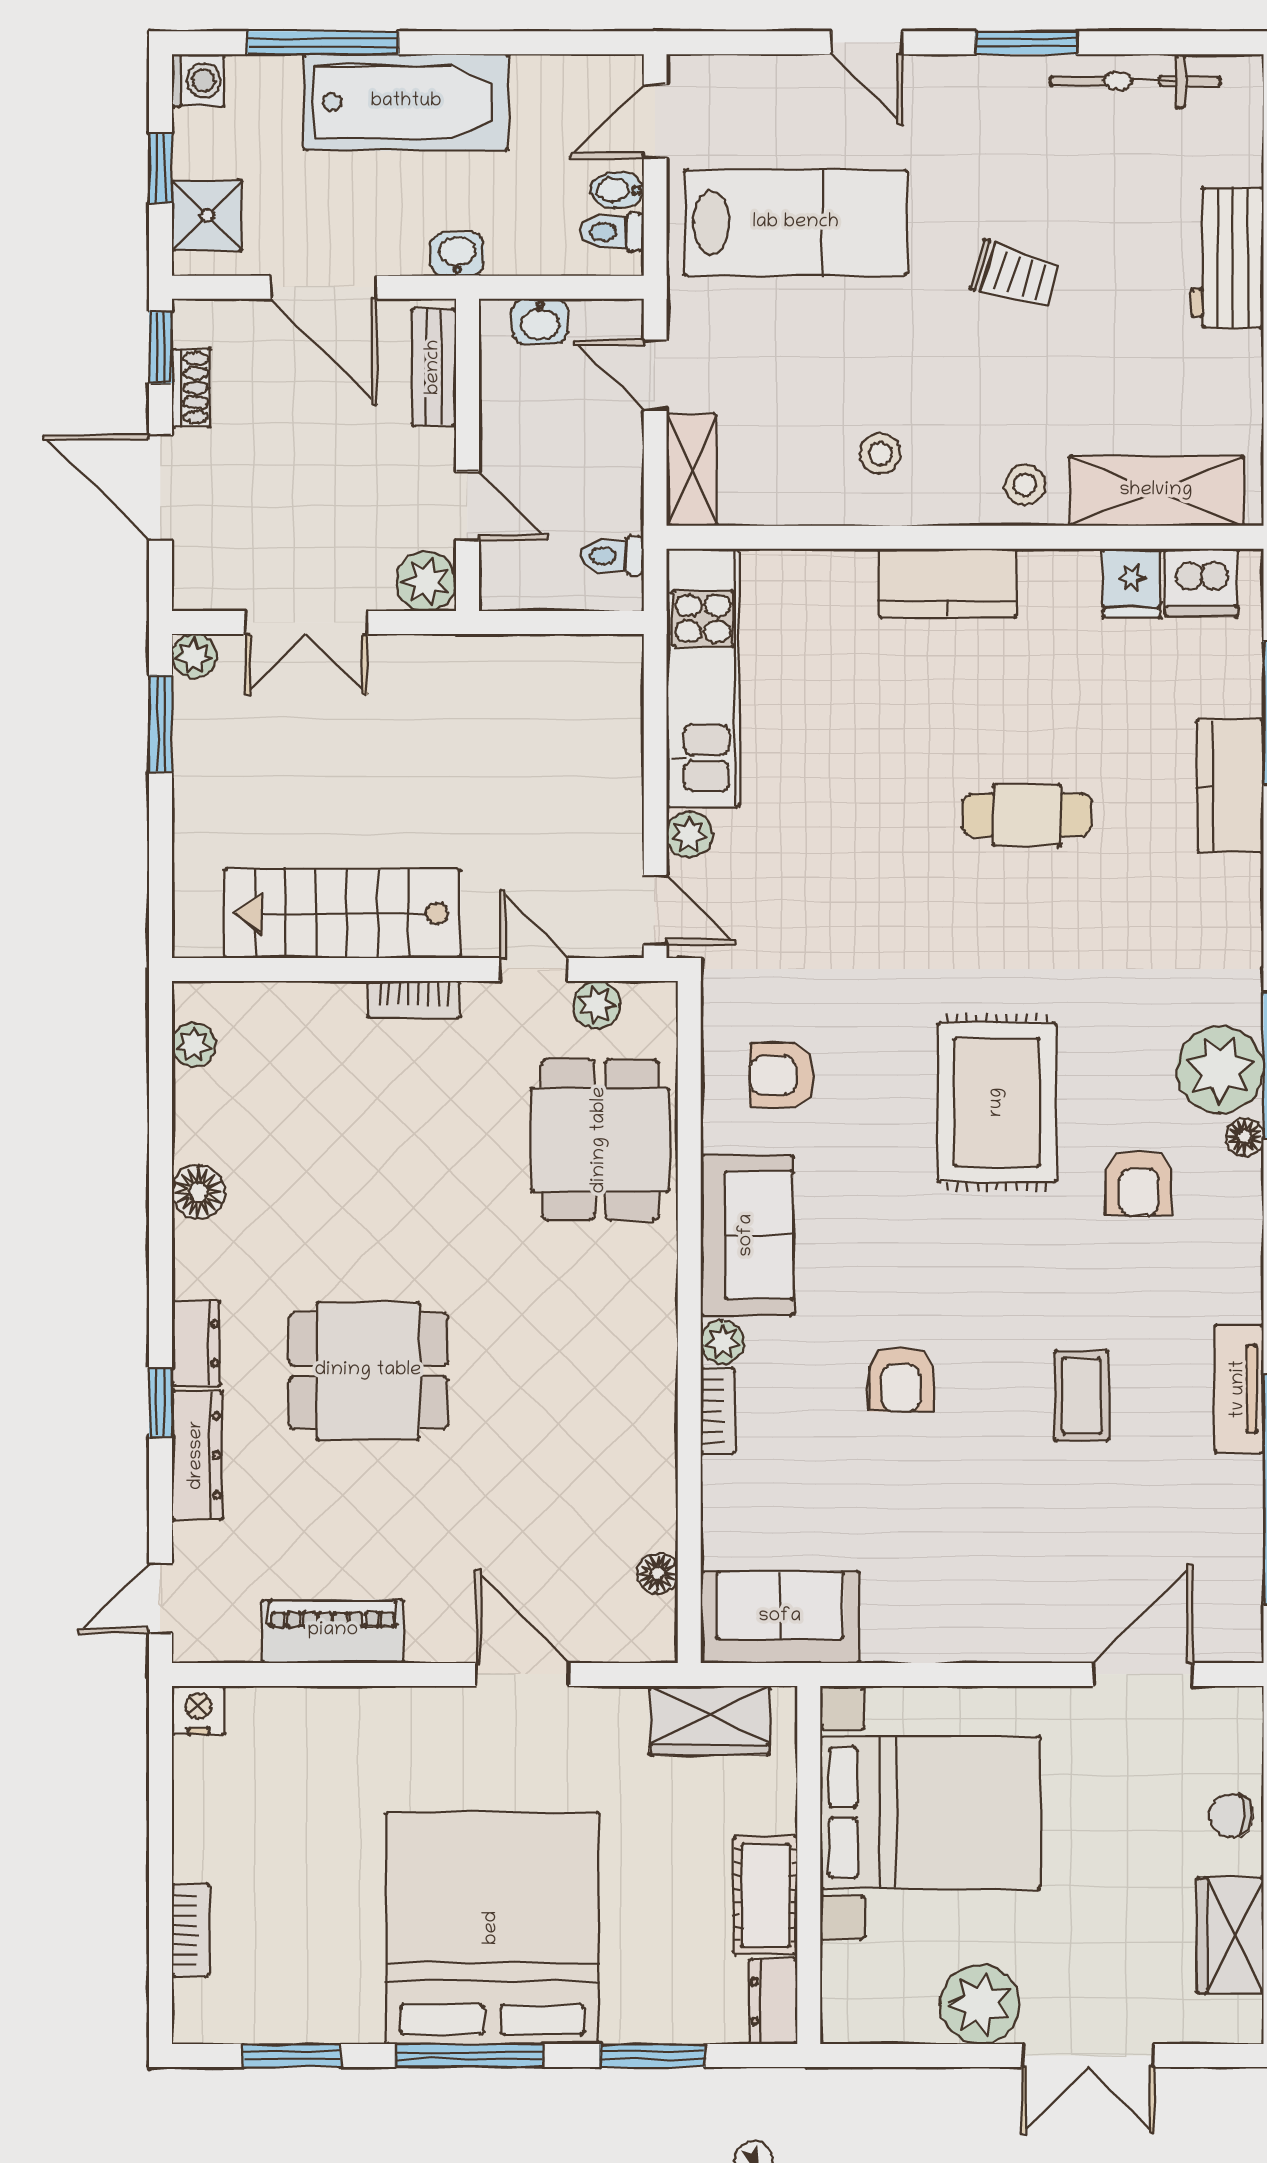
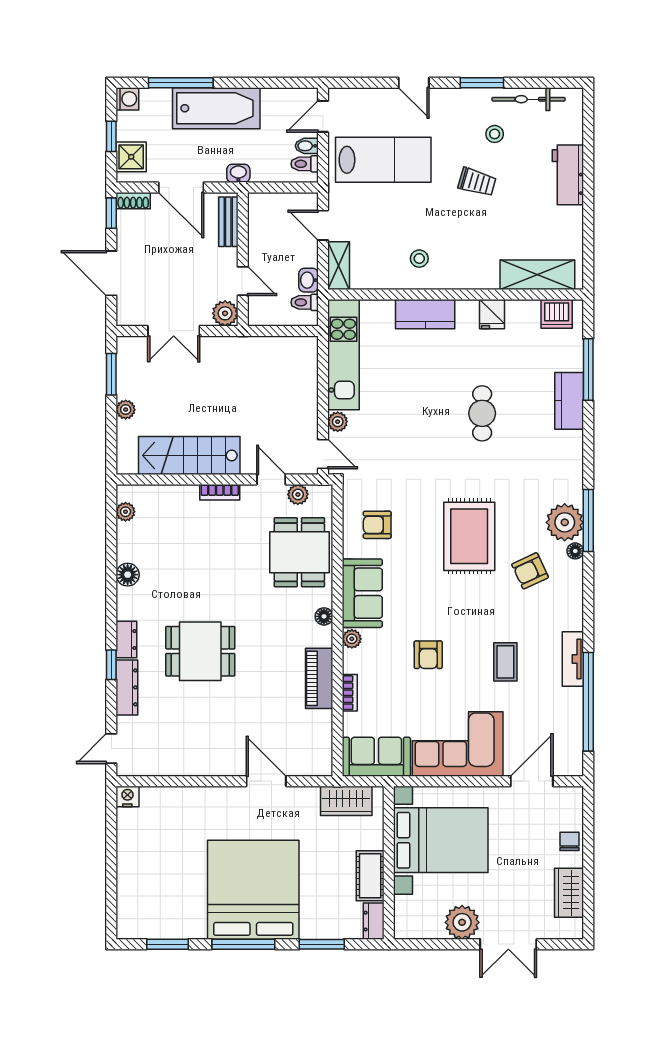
washbasin: (540, 321) -> (308, 280), moved, turned 90
shoe rack: (191, 388) -> (133, 201), moved, turned 90
stool: (1025, 485) -> (495, 134), moved
kitchen counter: (947, 583) -> (425, 314), moved
fridge: (1131, 583) -> (492, 314), moved
plant: (194, 656) -> (126, 410), moved
cafe table: (1027, 815) -> (482, 413), turned 90
armchair: (1139, 1183) -> (530, 571), turned 65
bookcase: (718, 1411) -> (350, 693), moved
floor lamp: (657, 1573) -> (324, 616), moved
corner sofa: (970, 1587) -> (458, 744), added
piano: (333, 1631) -> (319, 678), moved, turned -90
chair: (1231, 1815) -> (570, 841), turned 90
bookcase: (190, 1930) -> (124, 891), removed

